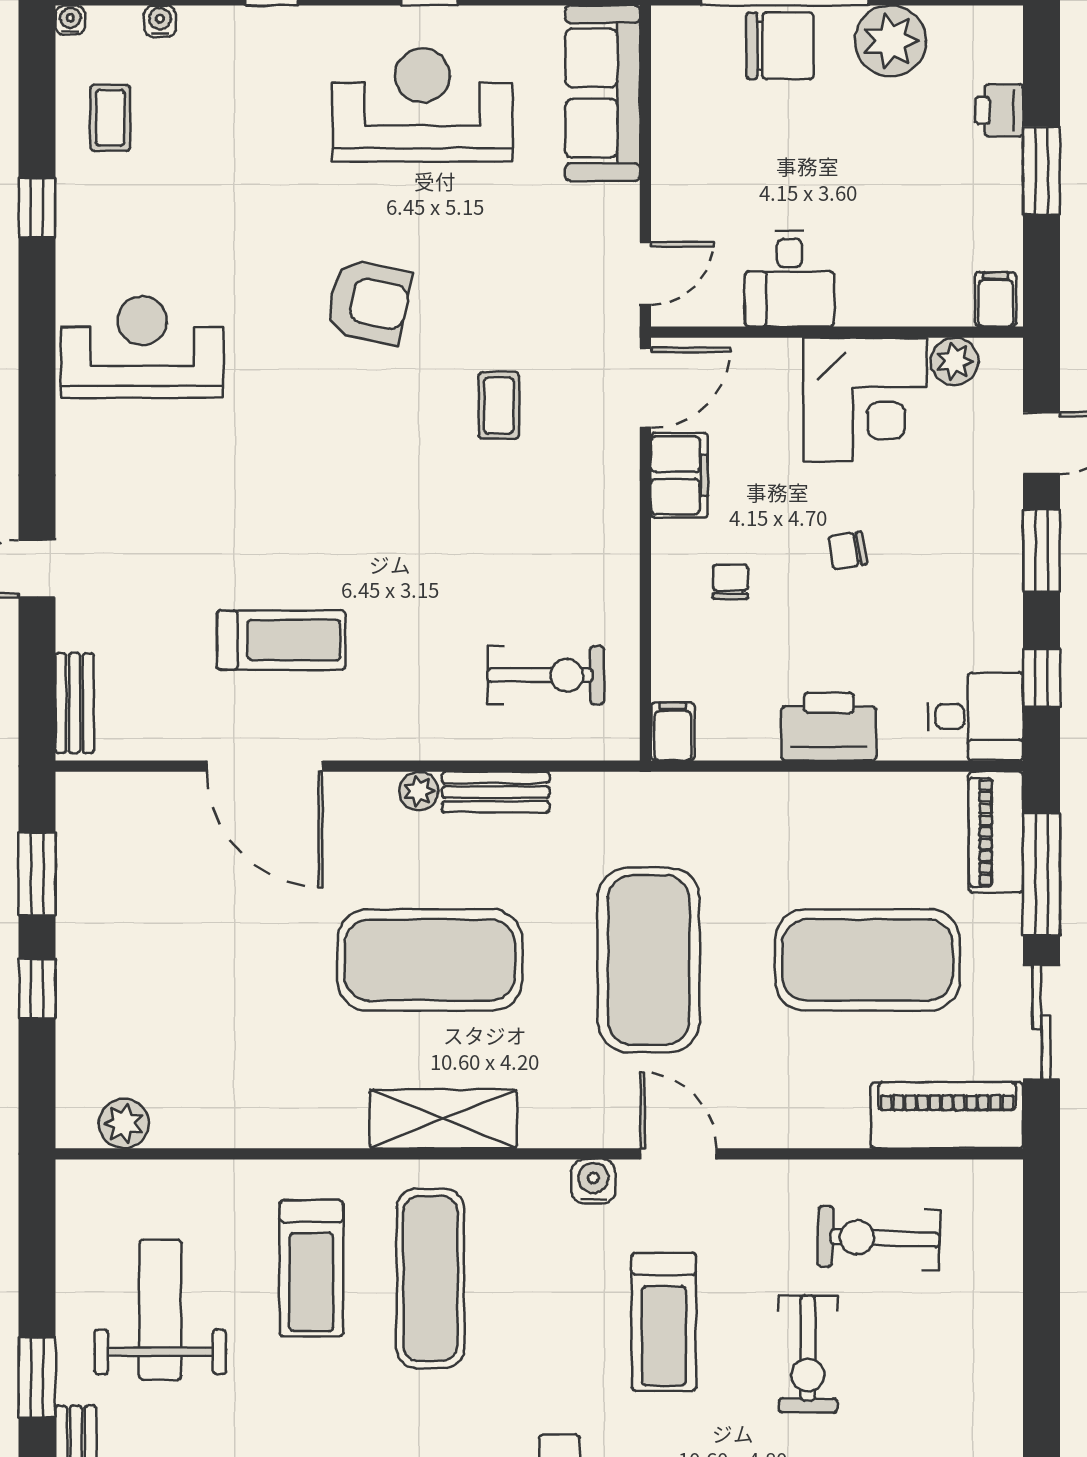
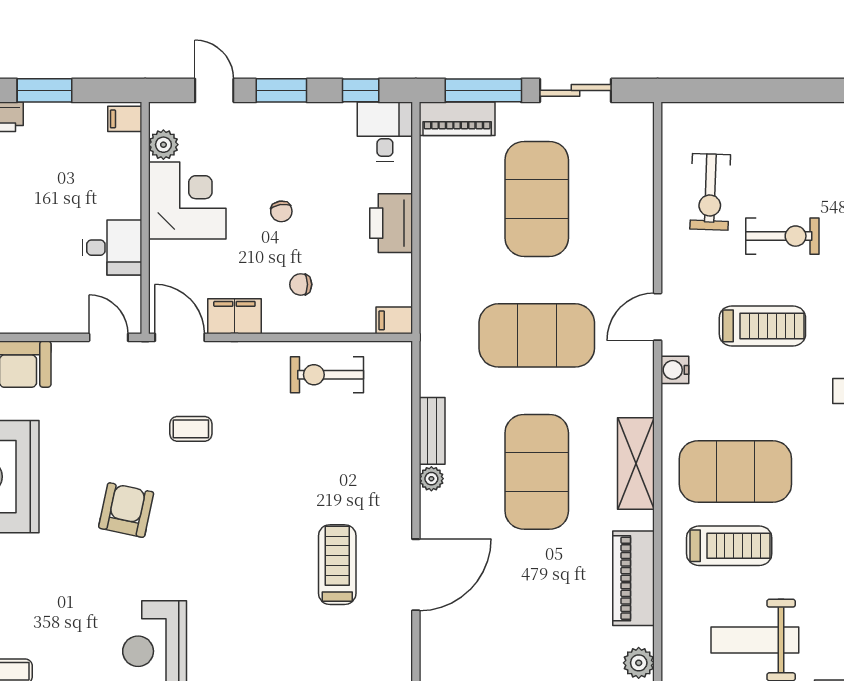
exercise bike: (546, 675) -> (327, 375), moved, turned -90
piano: (947, 1115) -> (634, 578), moved
exercise mat: (430, 1278) -> (735, 472), width x1.47

